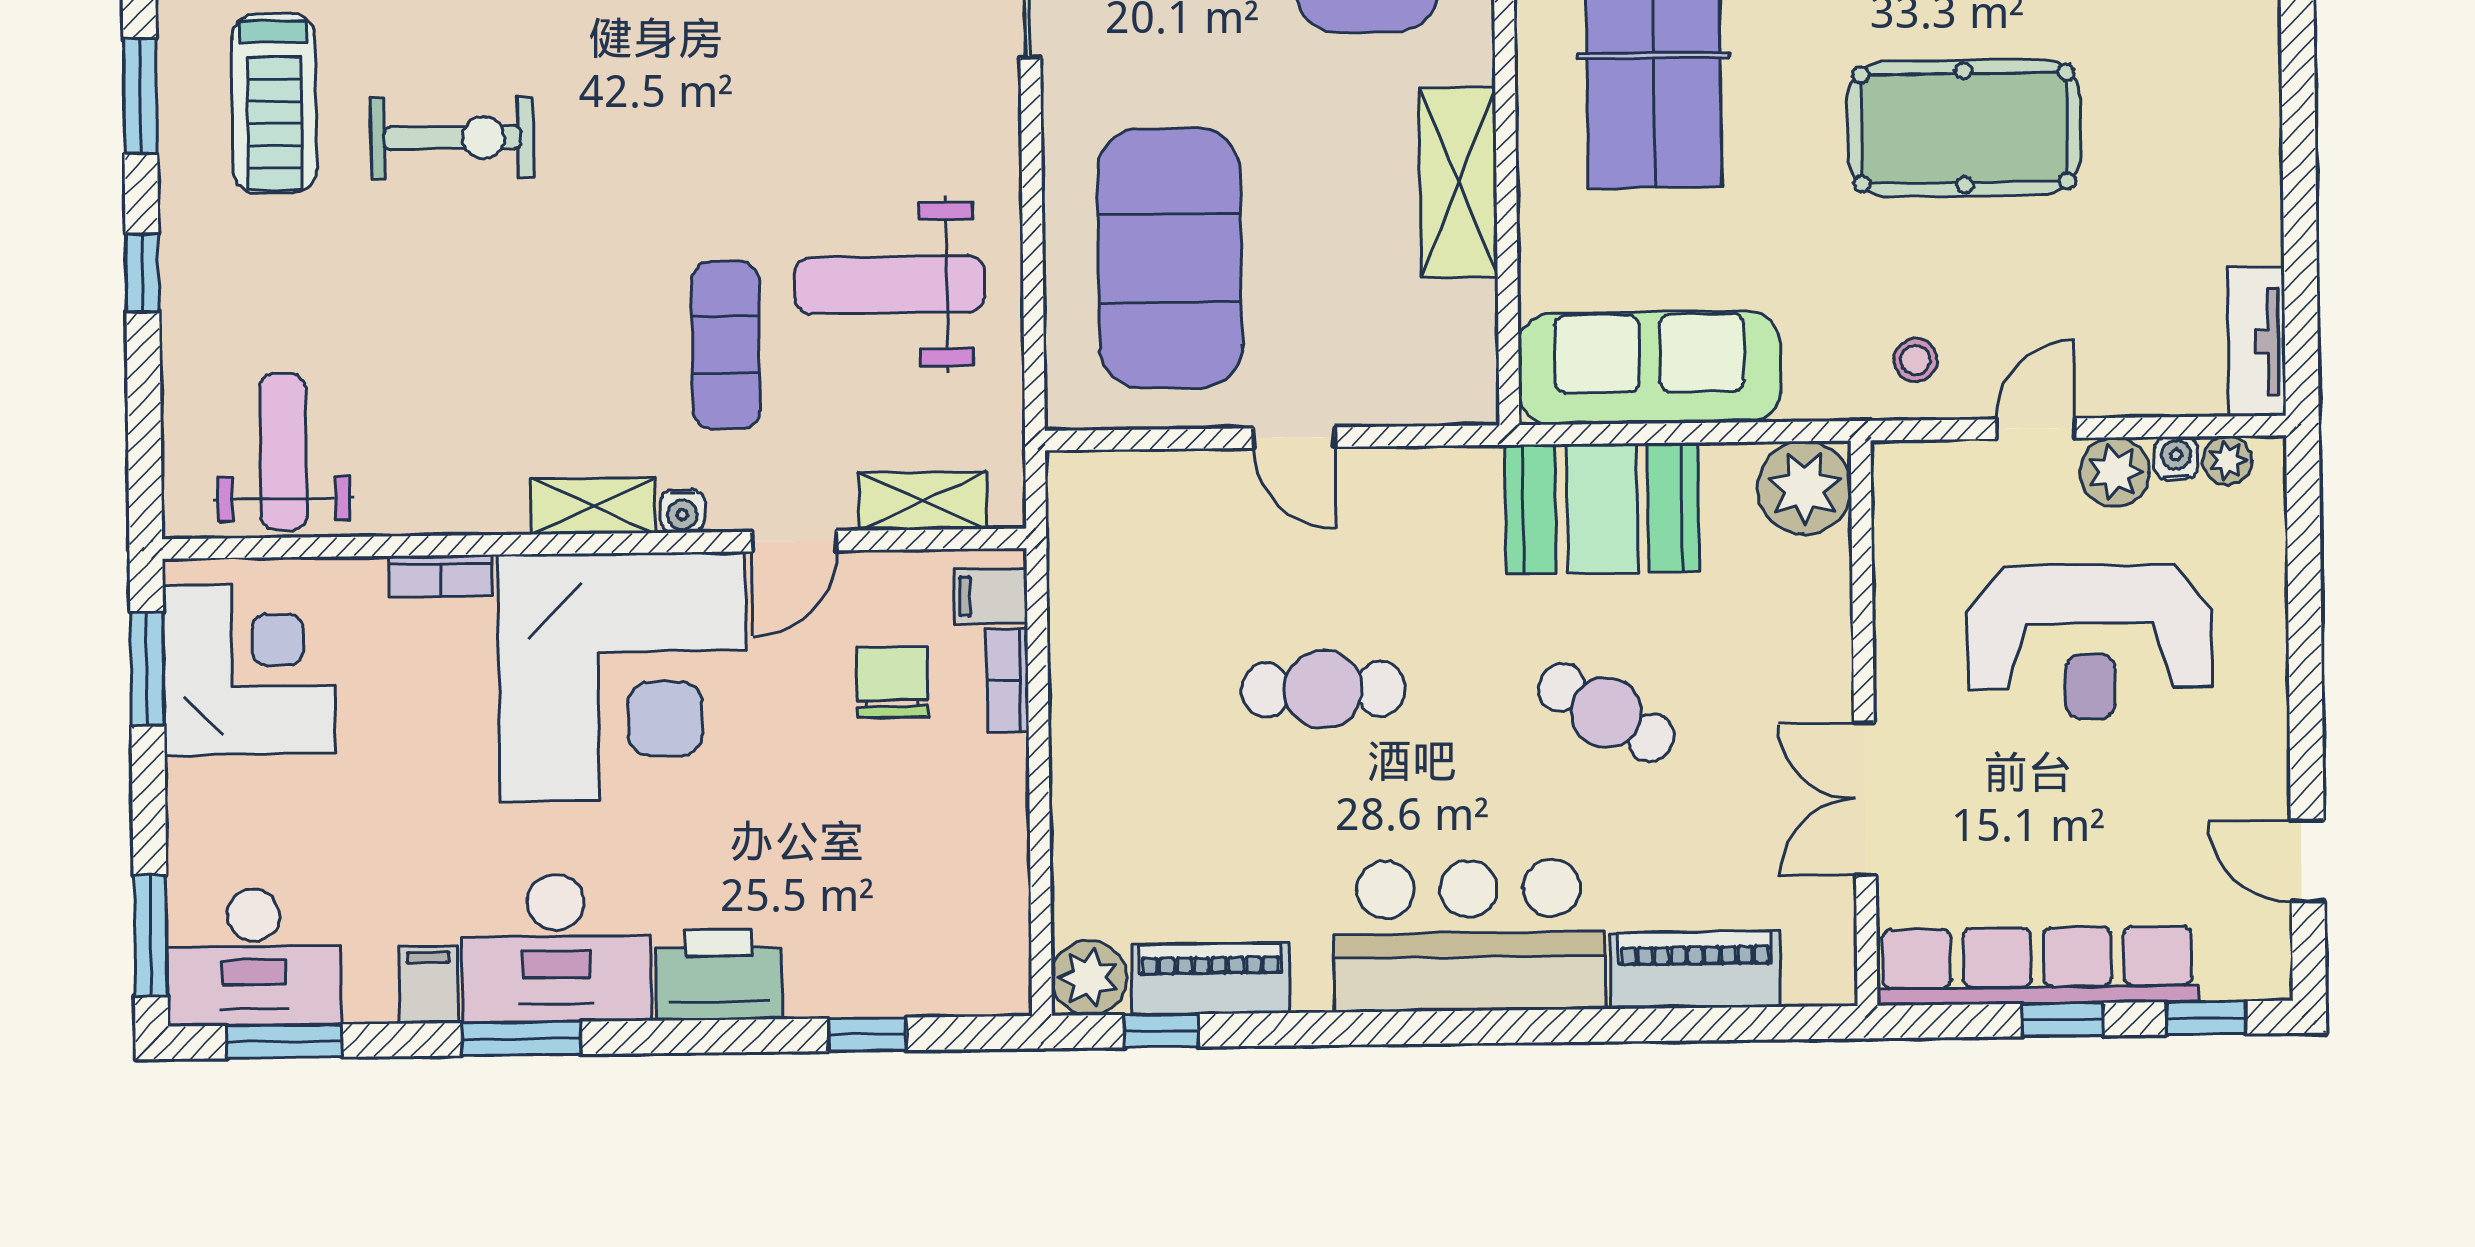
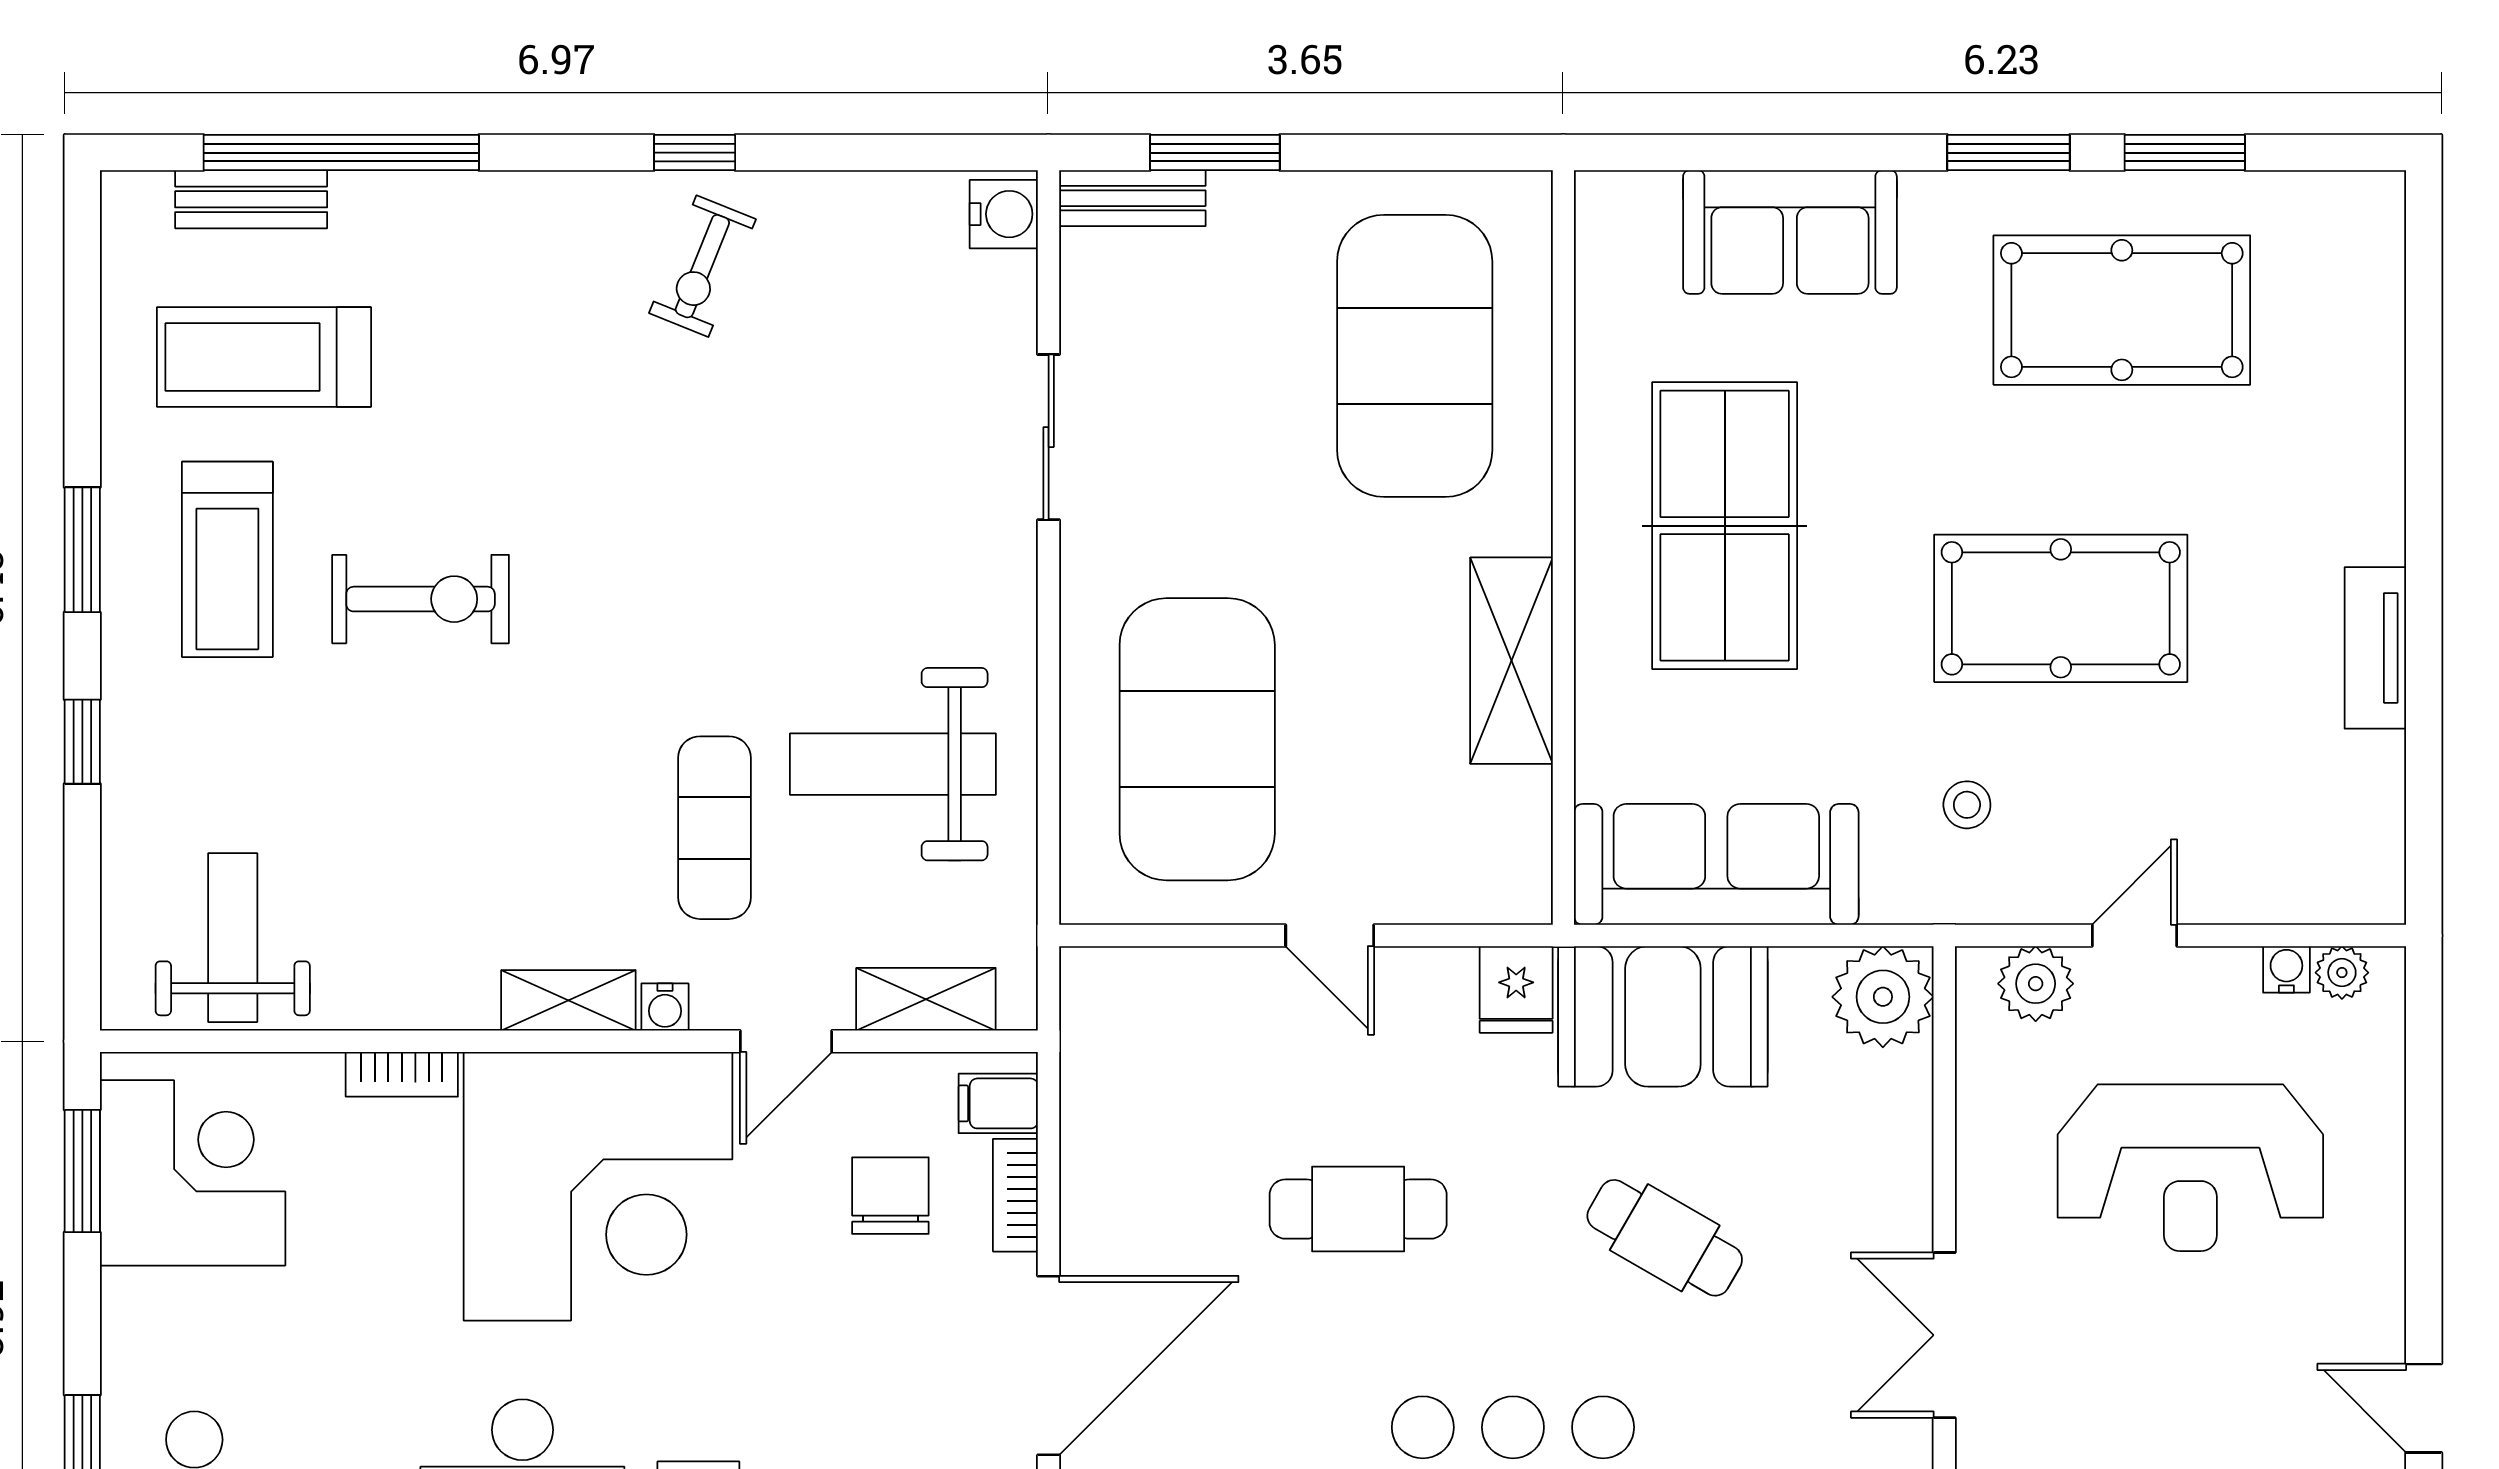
tv unit: (2257, 342) -> (2375, 648), moved
stool: (1915, 360) -> (1967, 805), moved
plant: (2115, 472) -> (2036, 984), moved
fridge: (1466, 485) -> (1516, 989), added
door: (1040, 837) -> (1049, 1365), added

